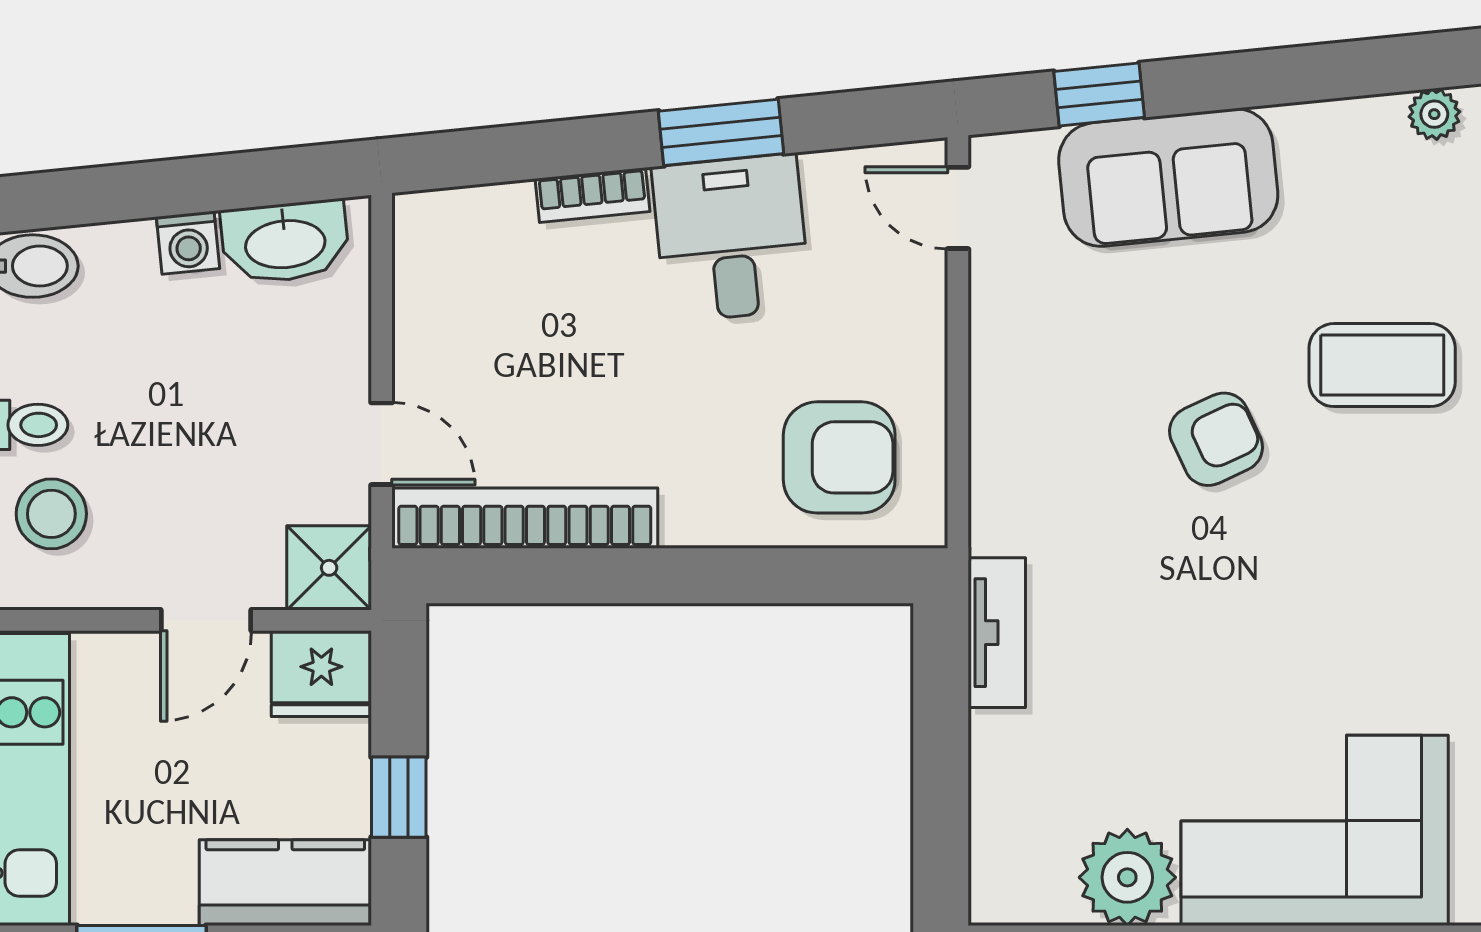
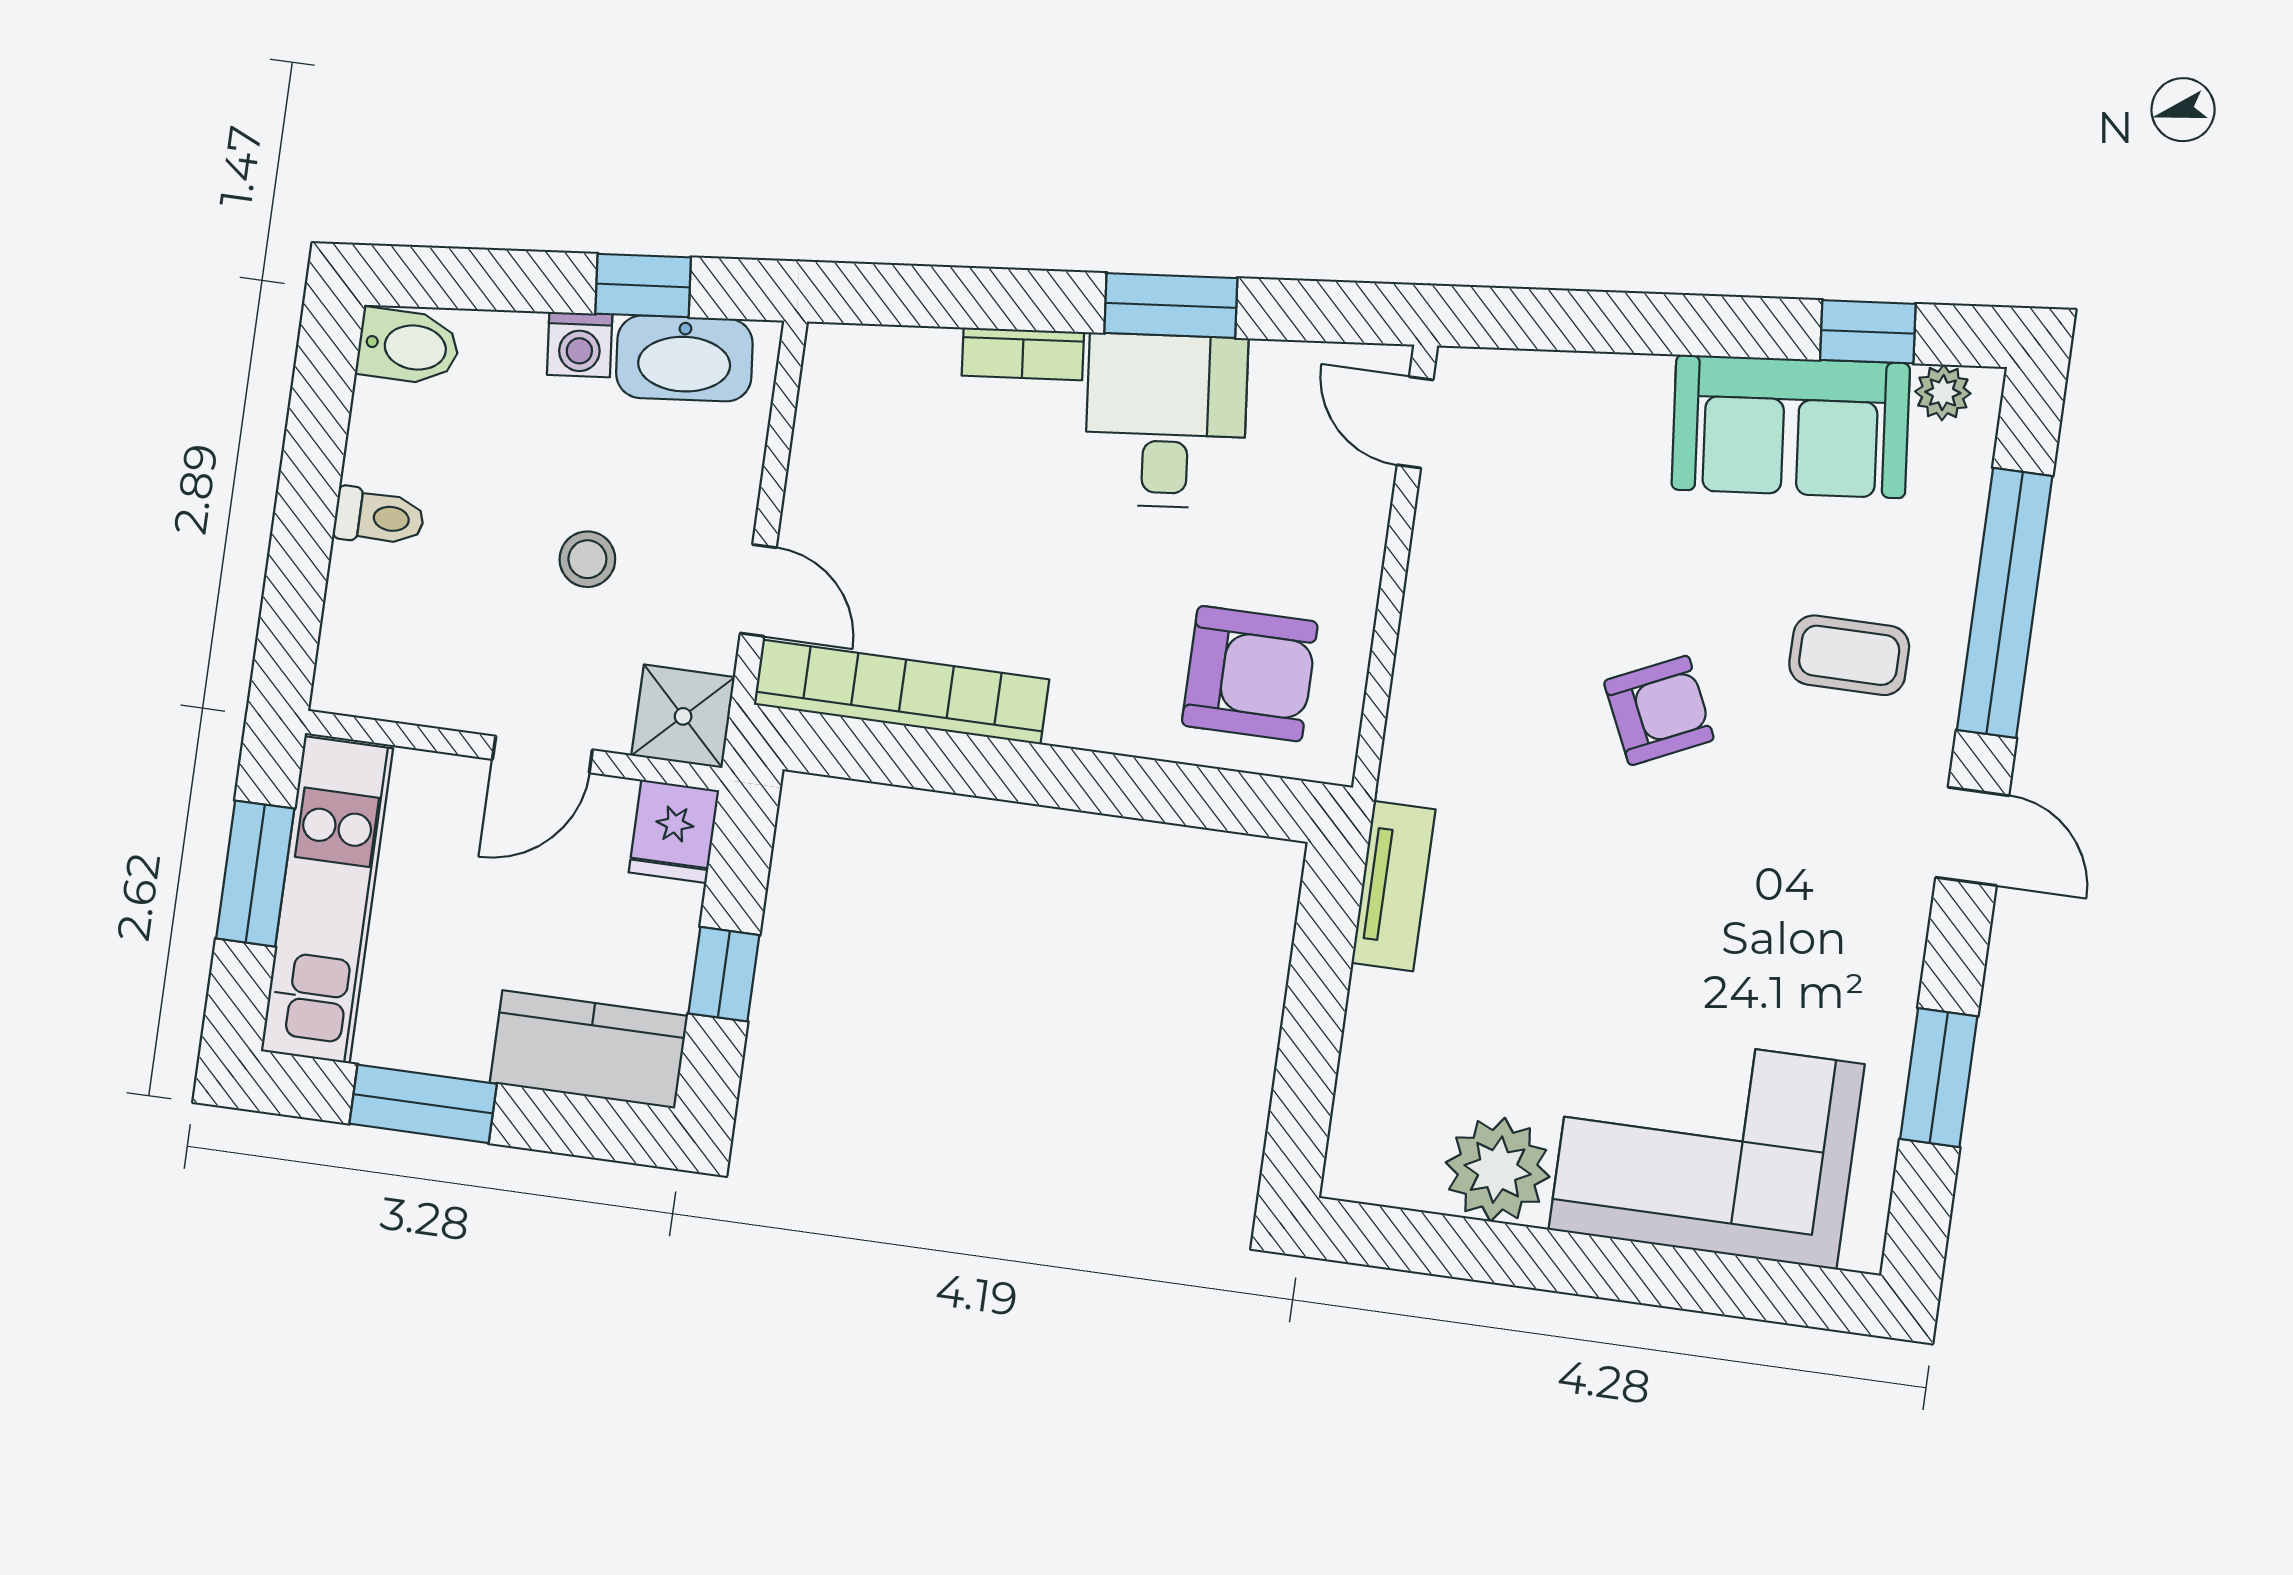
window: (1099, 94) -> (1868, 332), moved
sofa: (1168, 177) -> (1791, 426), moved
window: (238, 181) -> (643, 285), added
coffee table: (1382, 365) -> (1849, 655), width x0.73, depth x0.77
stool: (51, 514) -> (587, 559), moved, width x0.73, depth x0.73
fridge: (321, 674) -> (674, 831), width x0.72

